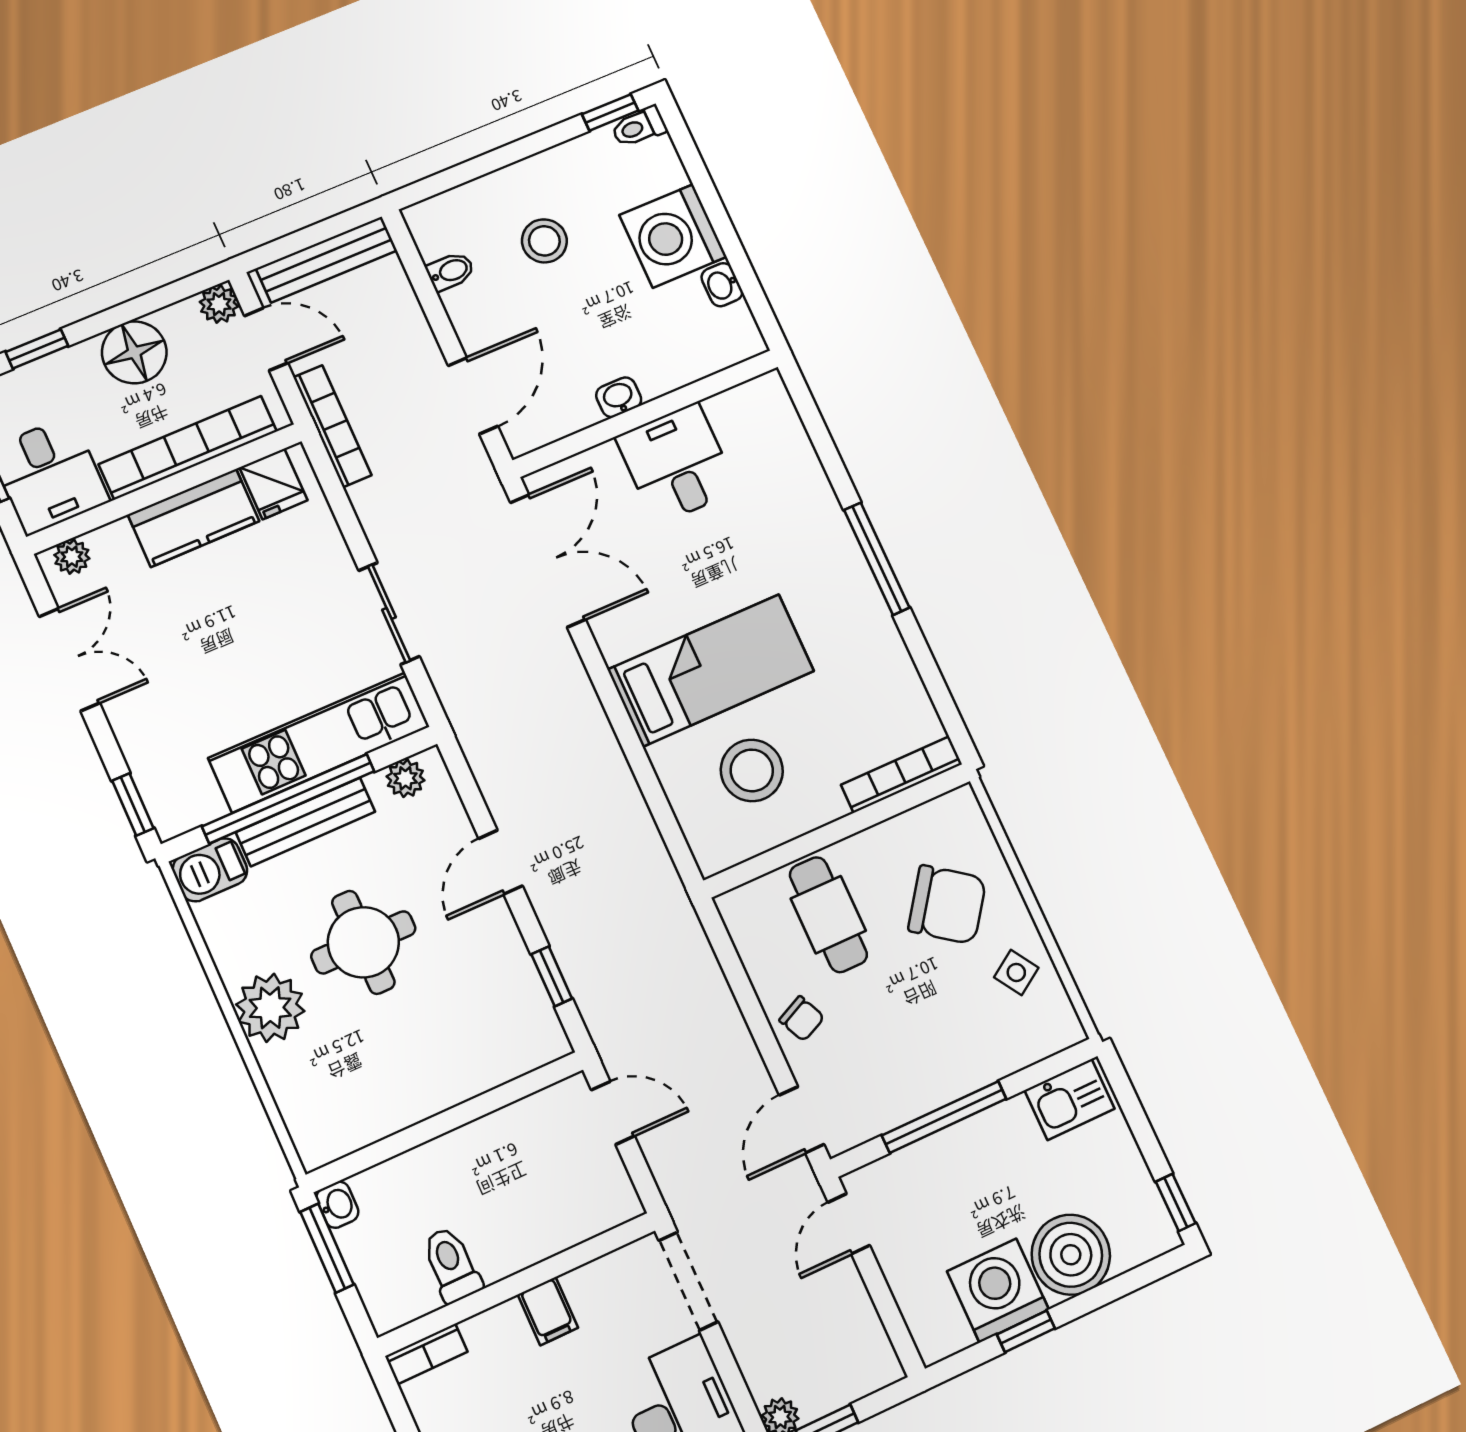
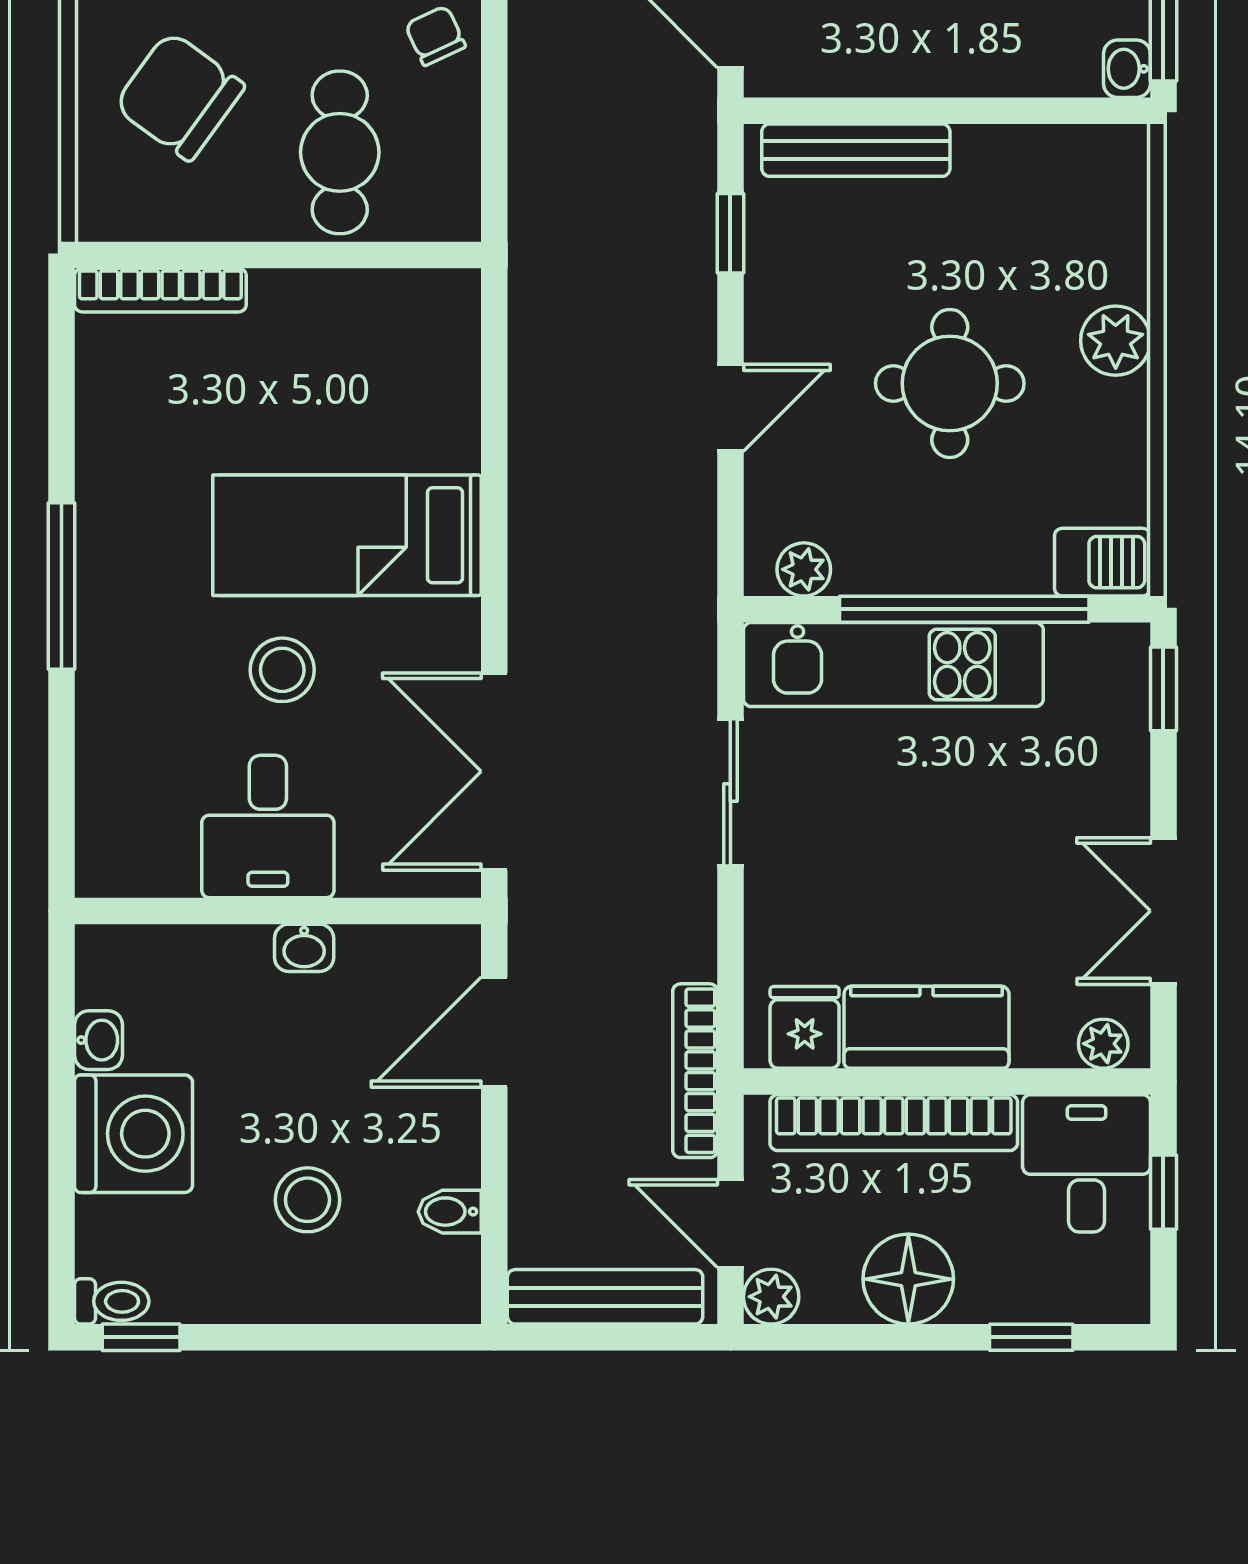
stool: (752, 770) -> (282, 670), moved, width x0.73, depth x0.73
bench: (305, 822) -> (856, 150), moved
plant: (270, 1008) -> (1116, 341), width x0.73, depth x0.73

